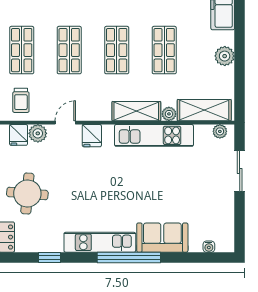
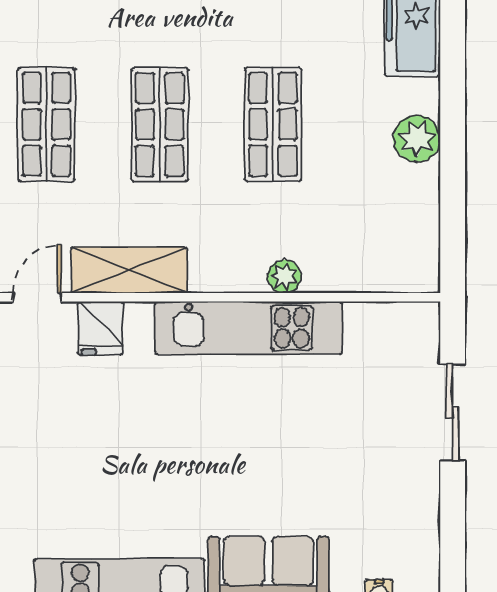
shelving: (204, 110) -> (368, 268), removed
shelving: (136, 111) -> (129, 270), moved
plant: (220, 131) -> (406, 318), removed

